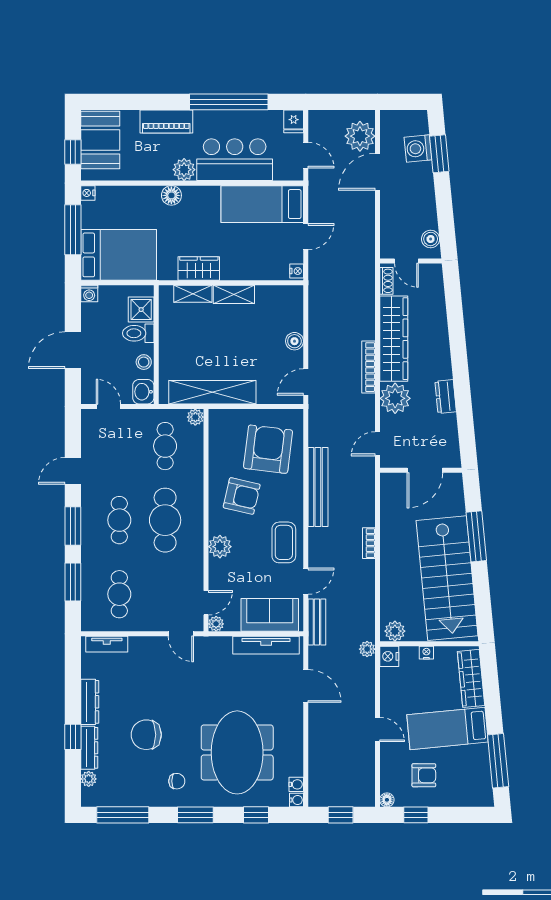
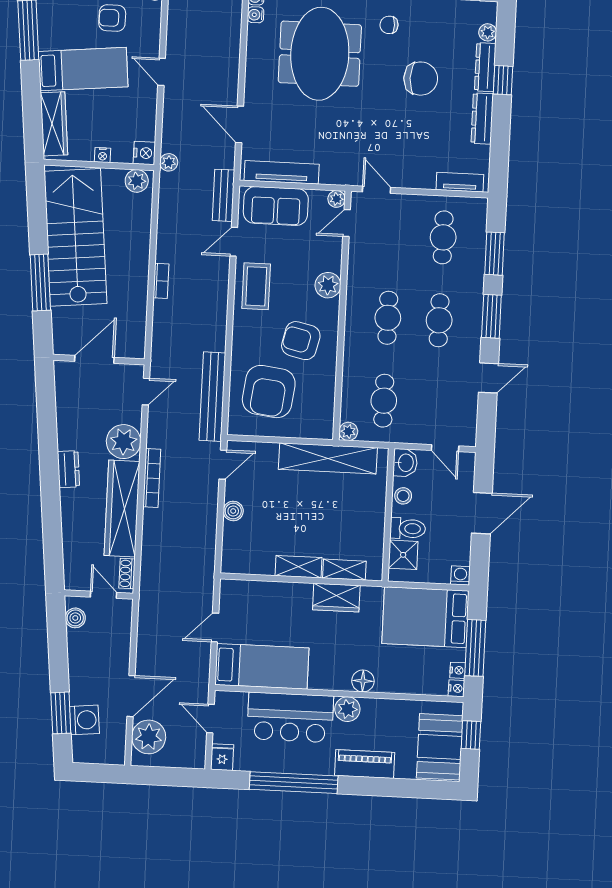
nightstand: (297, 271) -> (458, 670), moved, turned 180
dresser: (446, 397) -> (68, 469), moved
bench: (318, 487) -> (212, 397), moved
cafe table: (165, 520) -> (388, 318), width x0.73, depth x0.74

